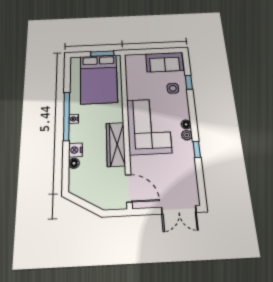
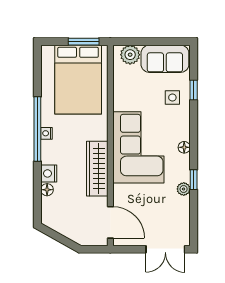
plant: (138, 61) -> (130, 55), added
plant: (187, 135) -> (184, 189), moved

